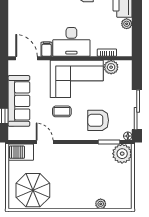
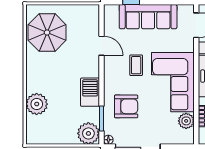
armchair: (98, 120) -> (126, 106), turned 90
door: (45, 142) -> (102, 46), hinge flipped
barbecue: (21, 152) -> (90, 92), moved
plant: (101, 204) -> (37, 104), width x1.87, depth x1.87

